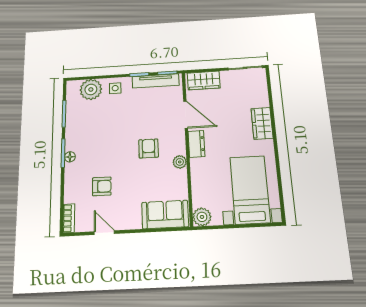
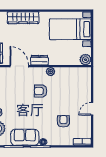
door: (186, 115) -> (19, 66), hinge flipped
wardrobe: (262, 123) -> (23, 18), width x1.50
sofa: (165, 214) -> (25, 137), moved, turned 90
door: (104, 233) -> (92, 109), moved

